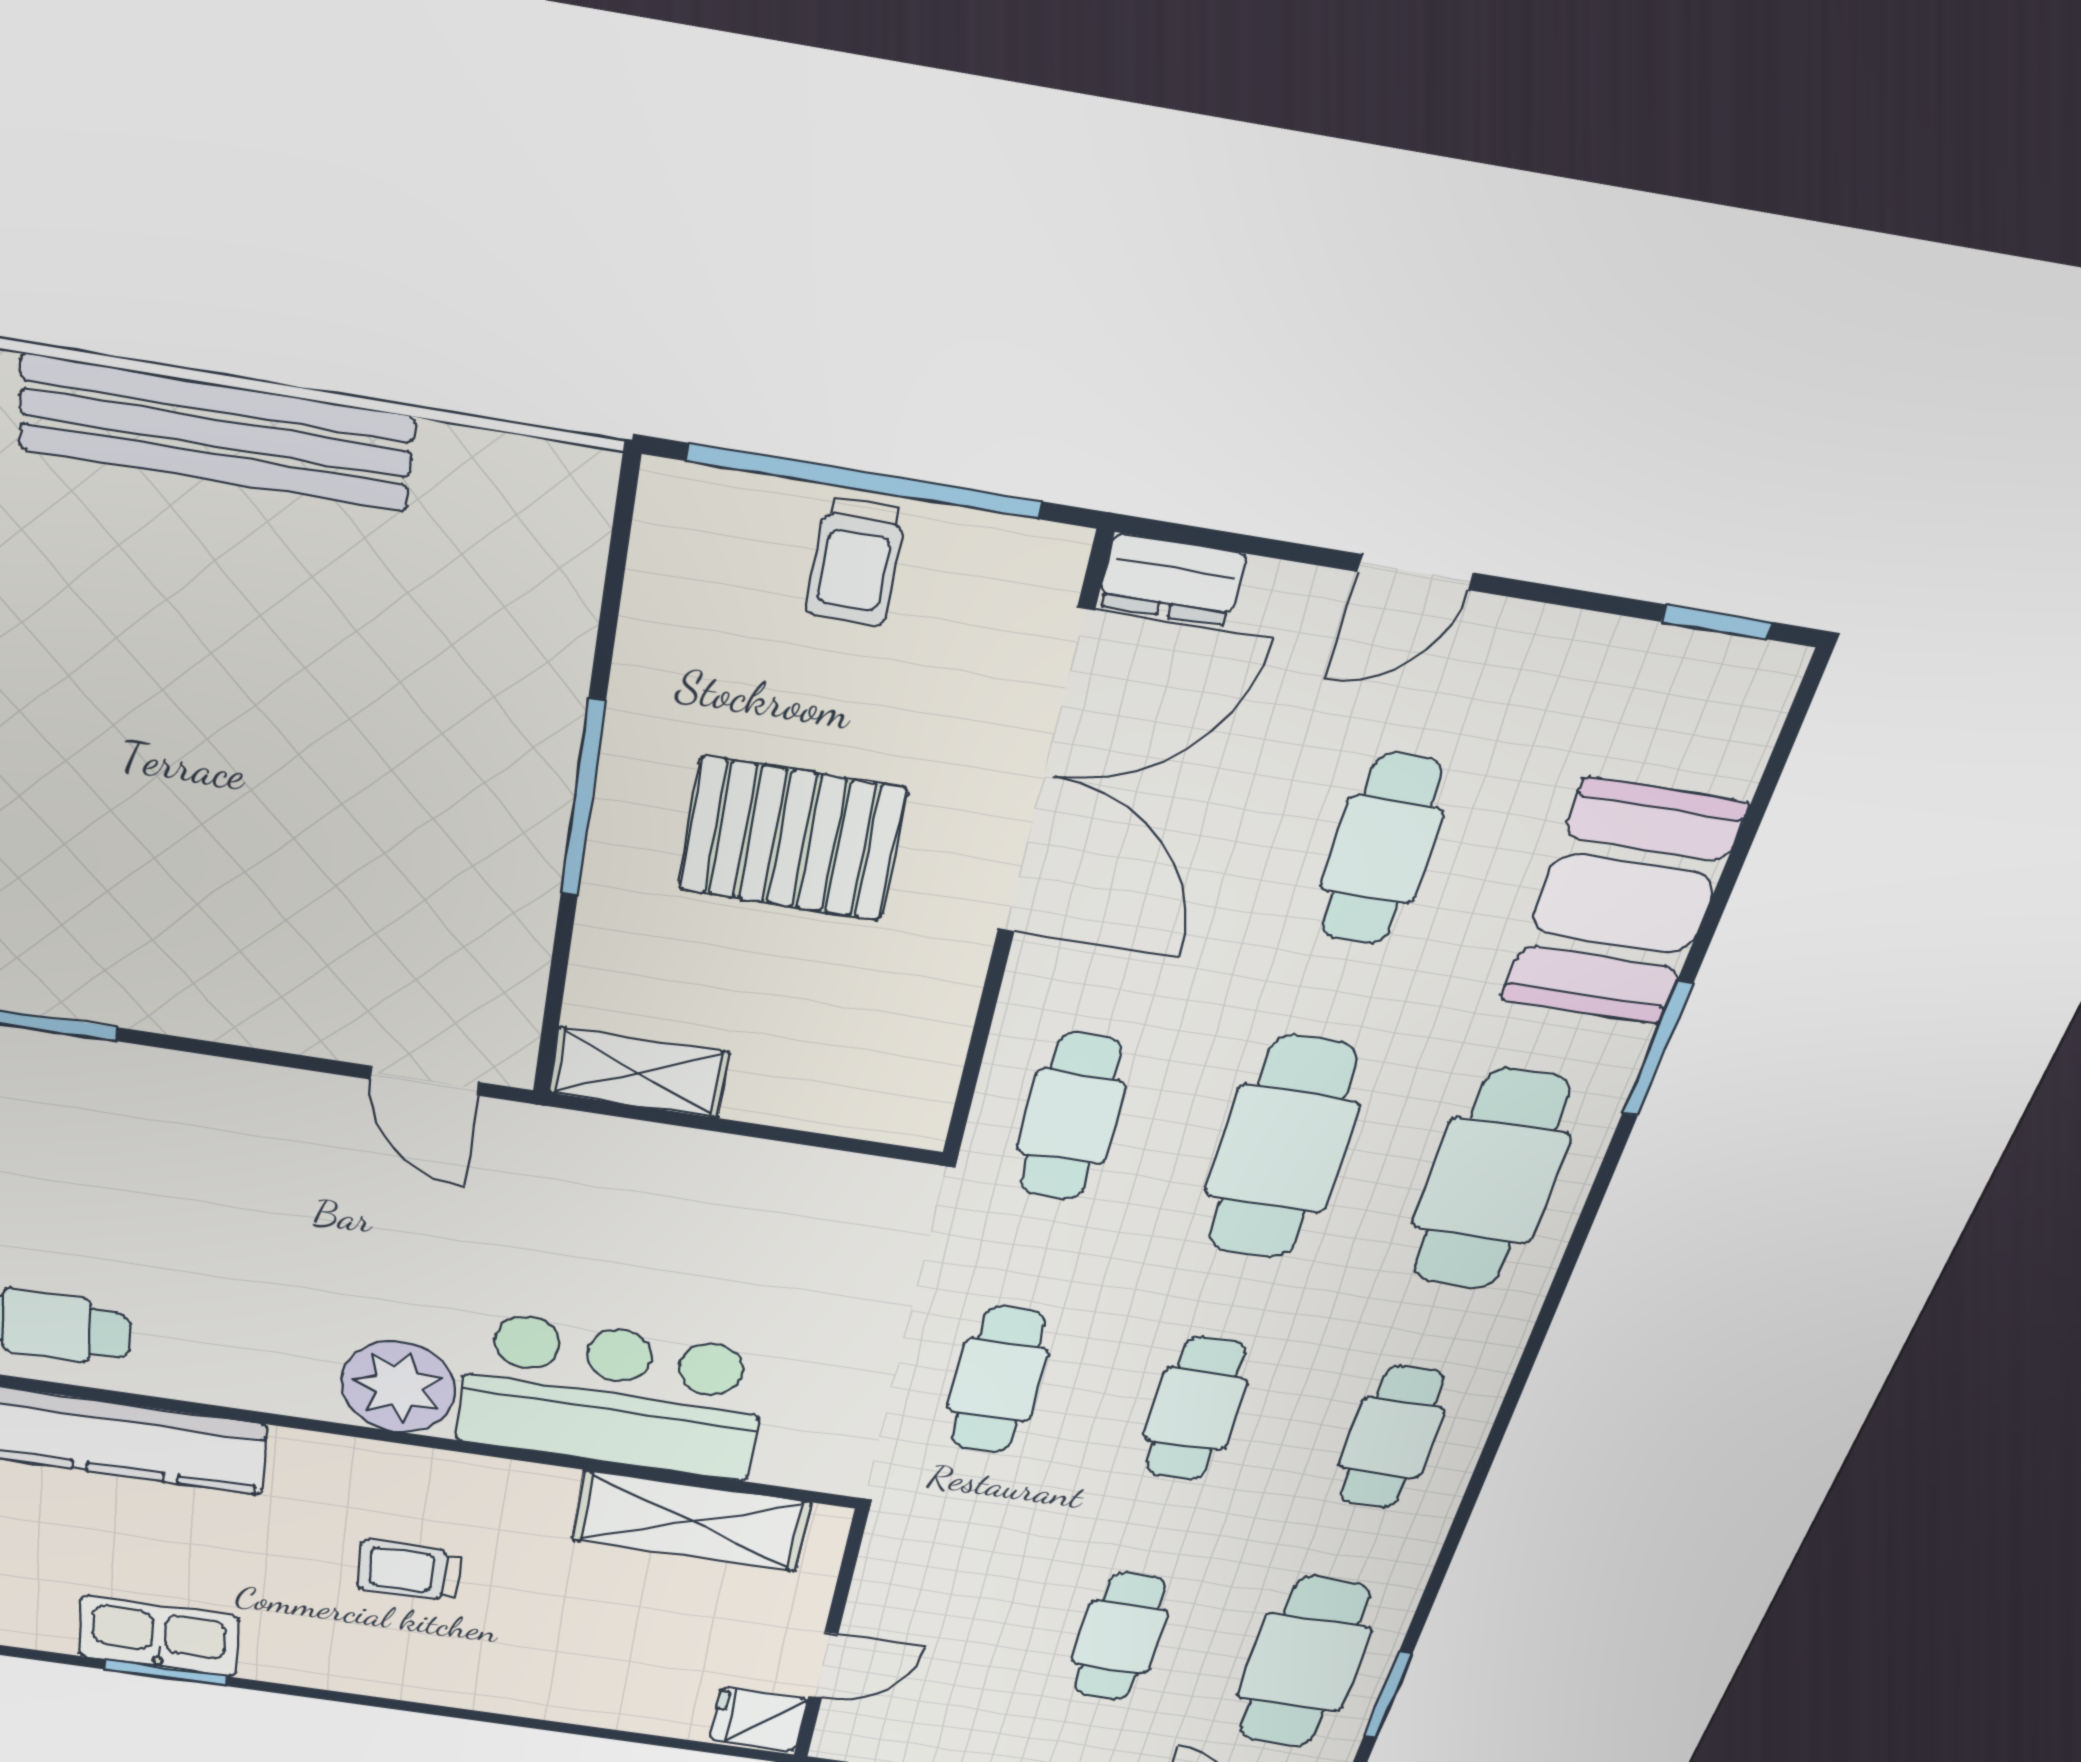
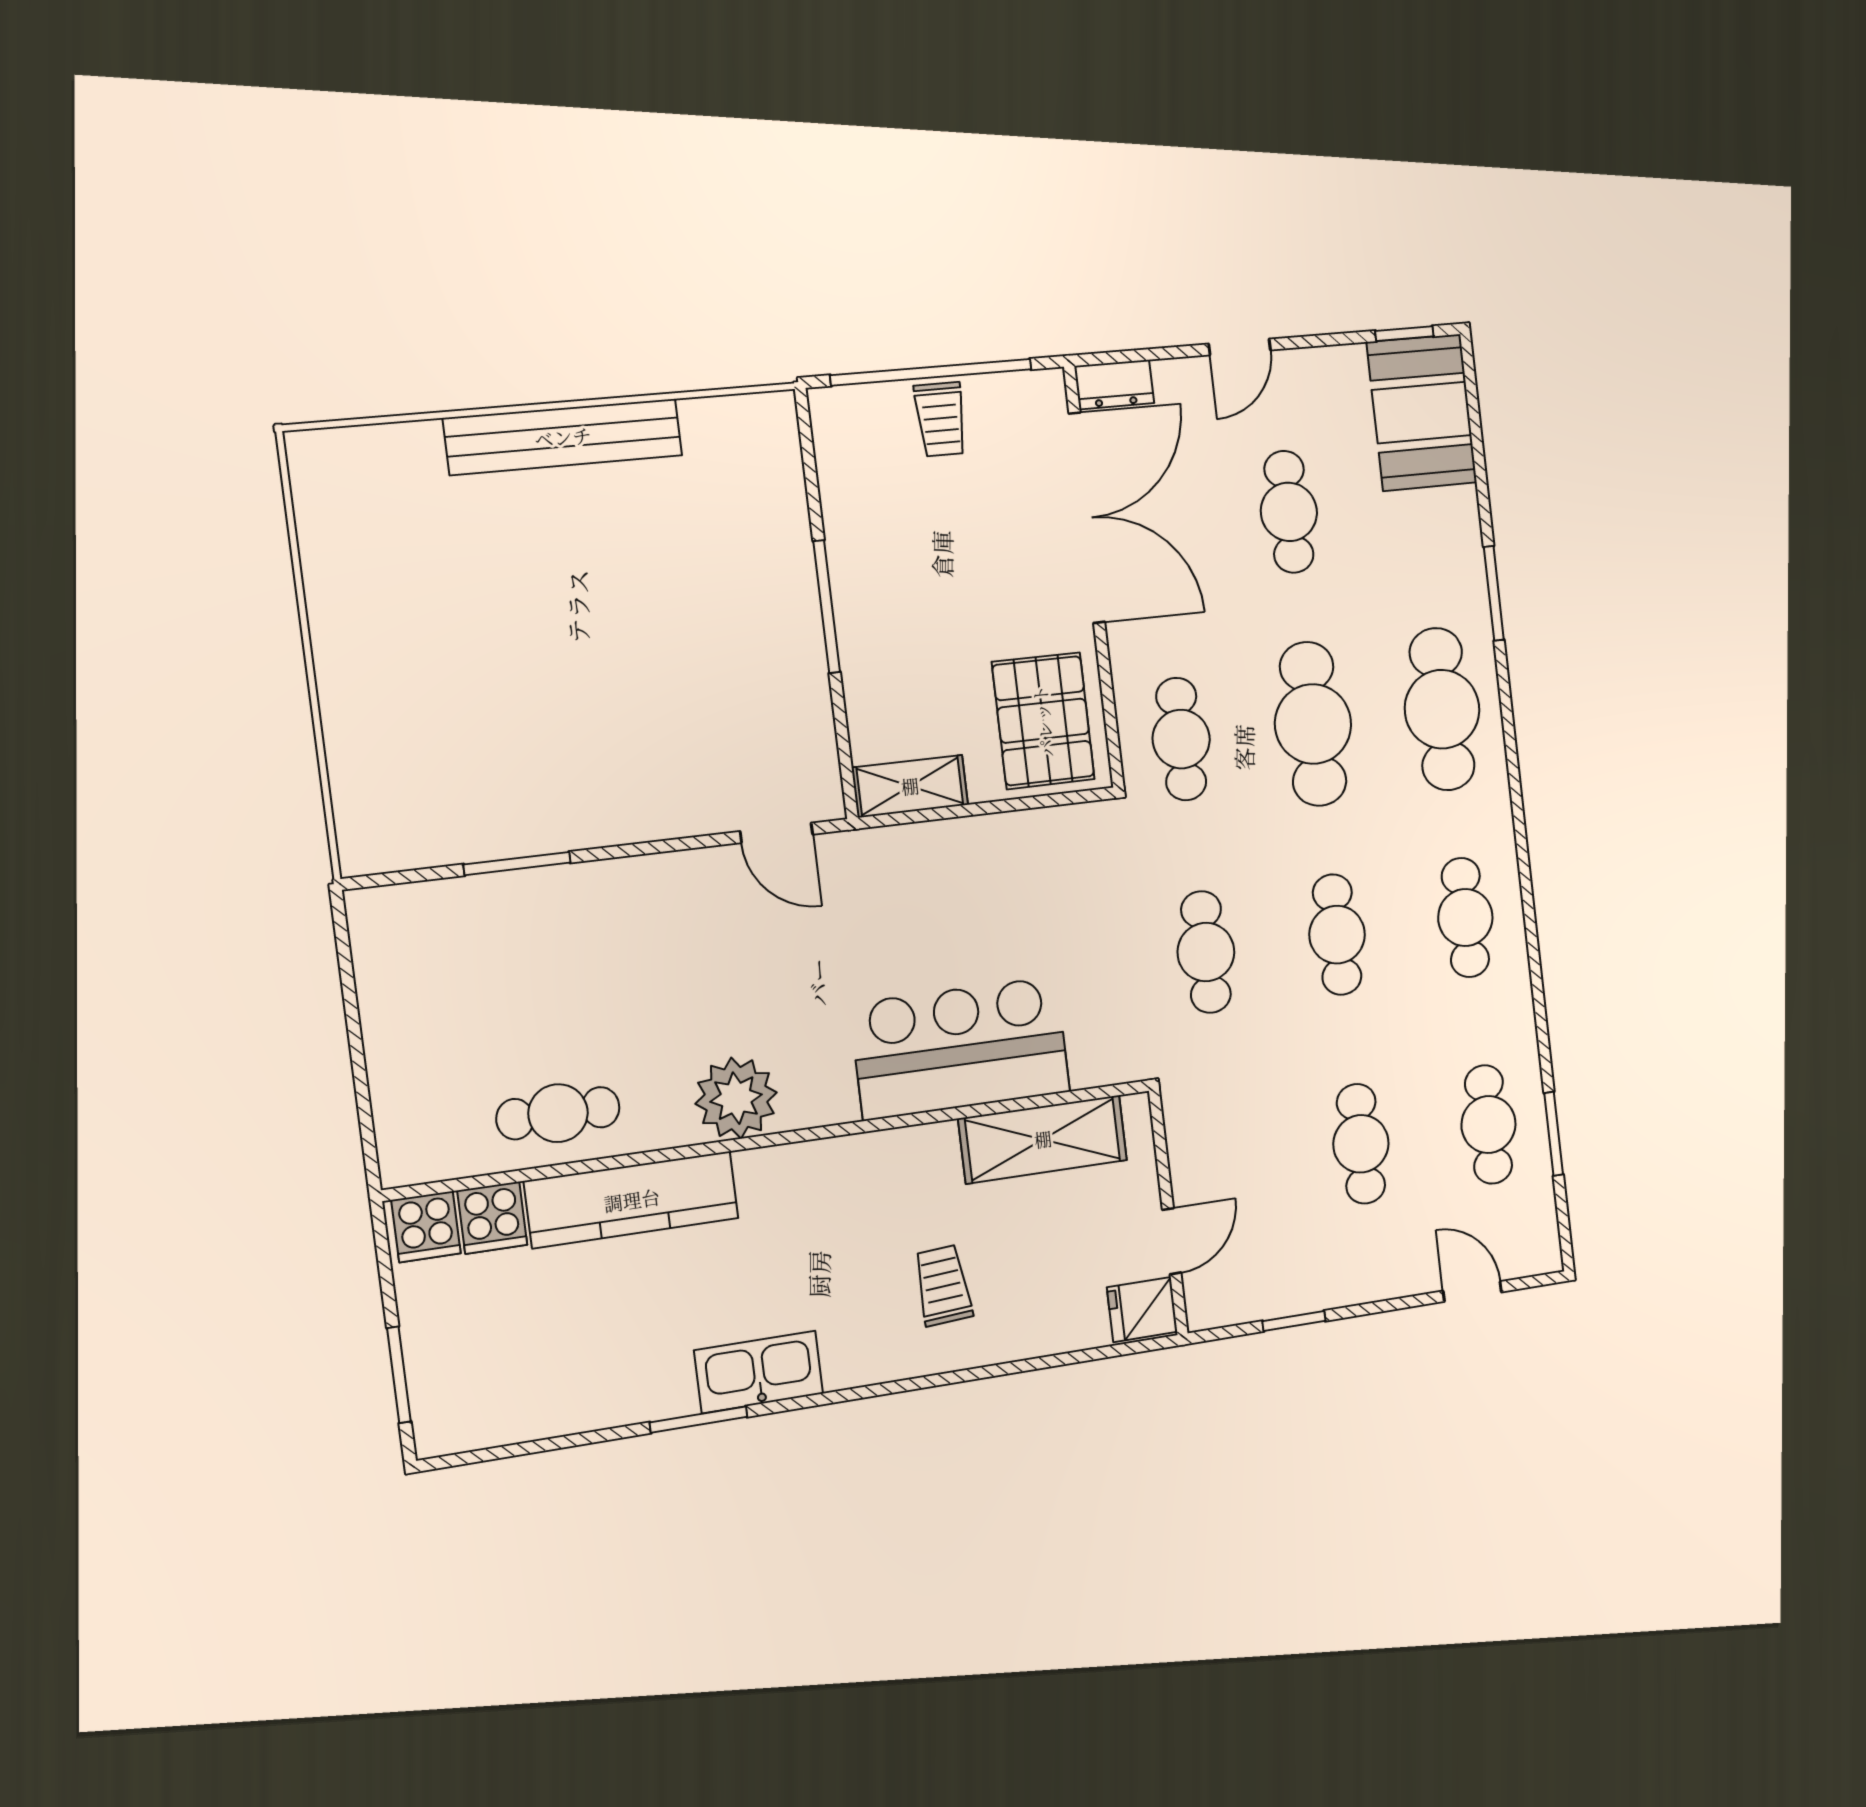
pallet: (792, 839) -> (1043, 721), moved, turned 90
booth: (1623, 904) -> (1422, 413), moved
plant: (398, 1387) -> (736, 1098), moved
trolley: (408, 1571) -> (943, 1285), moved, turned 86
kitchen sink: (159, 1636) -> (759, 1372), moved
cafe table: (1304, 1663) -> (1488, 1125), width x0.73, depth x0.74

